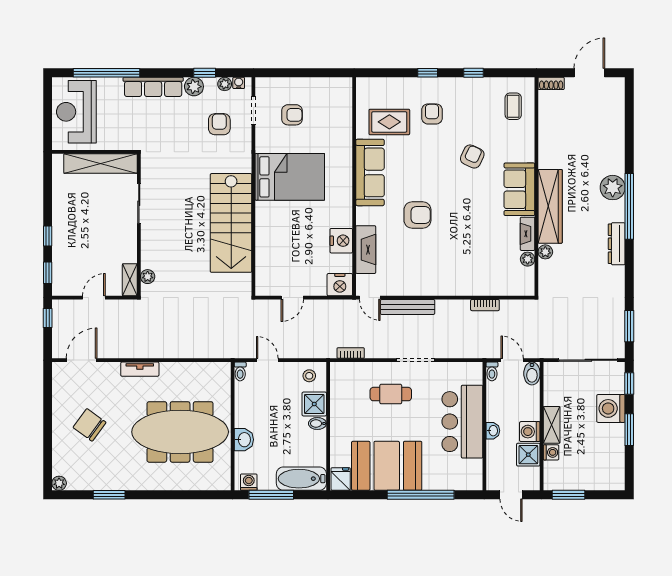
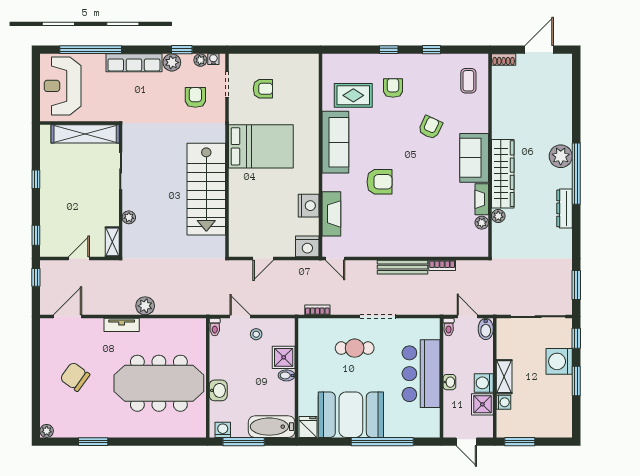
window: (48, 236) -> (36, 179), moved
plant: (148, 277) -> (129, 217), moved
bench: (408, 307) -> (403, 267), moved
plant: (165, 349) -> (145, 306), added
stool: (309, 376) -> (256, 334), moved

